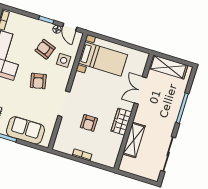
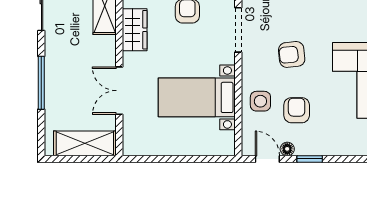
armchair: (45, 49) -> (297, 110), turned -110
bed with nightstands: (103, 59) -> (197, 97), moved
armchair: (38, 81) -> (292, 54), turned -84
double door: (140, 90) -> (119, 91), swing flipped

